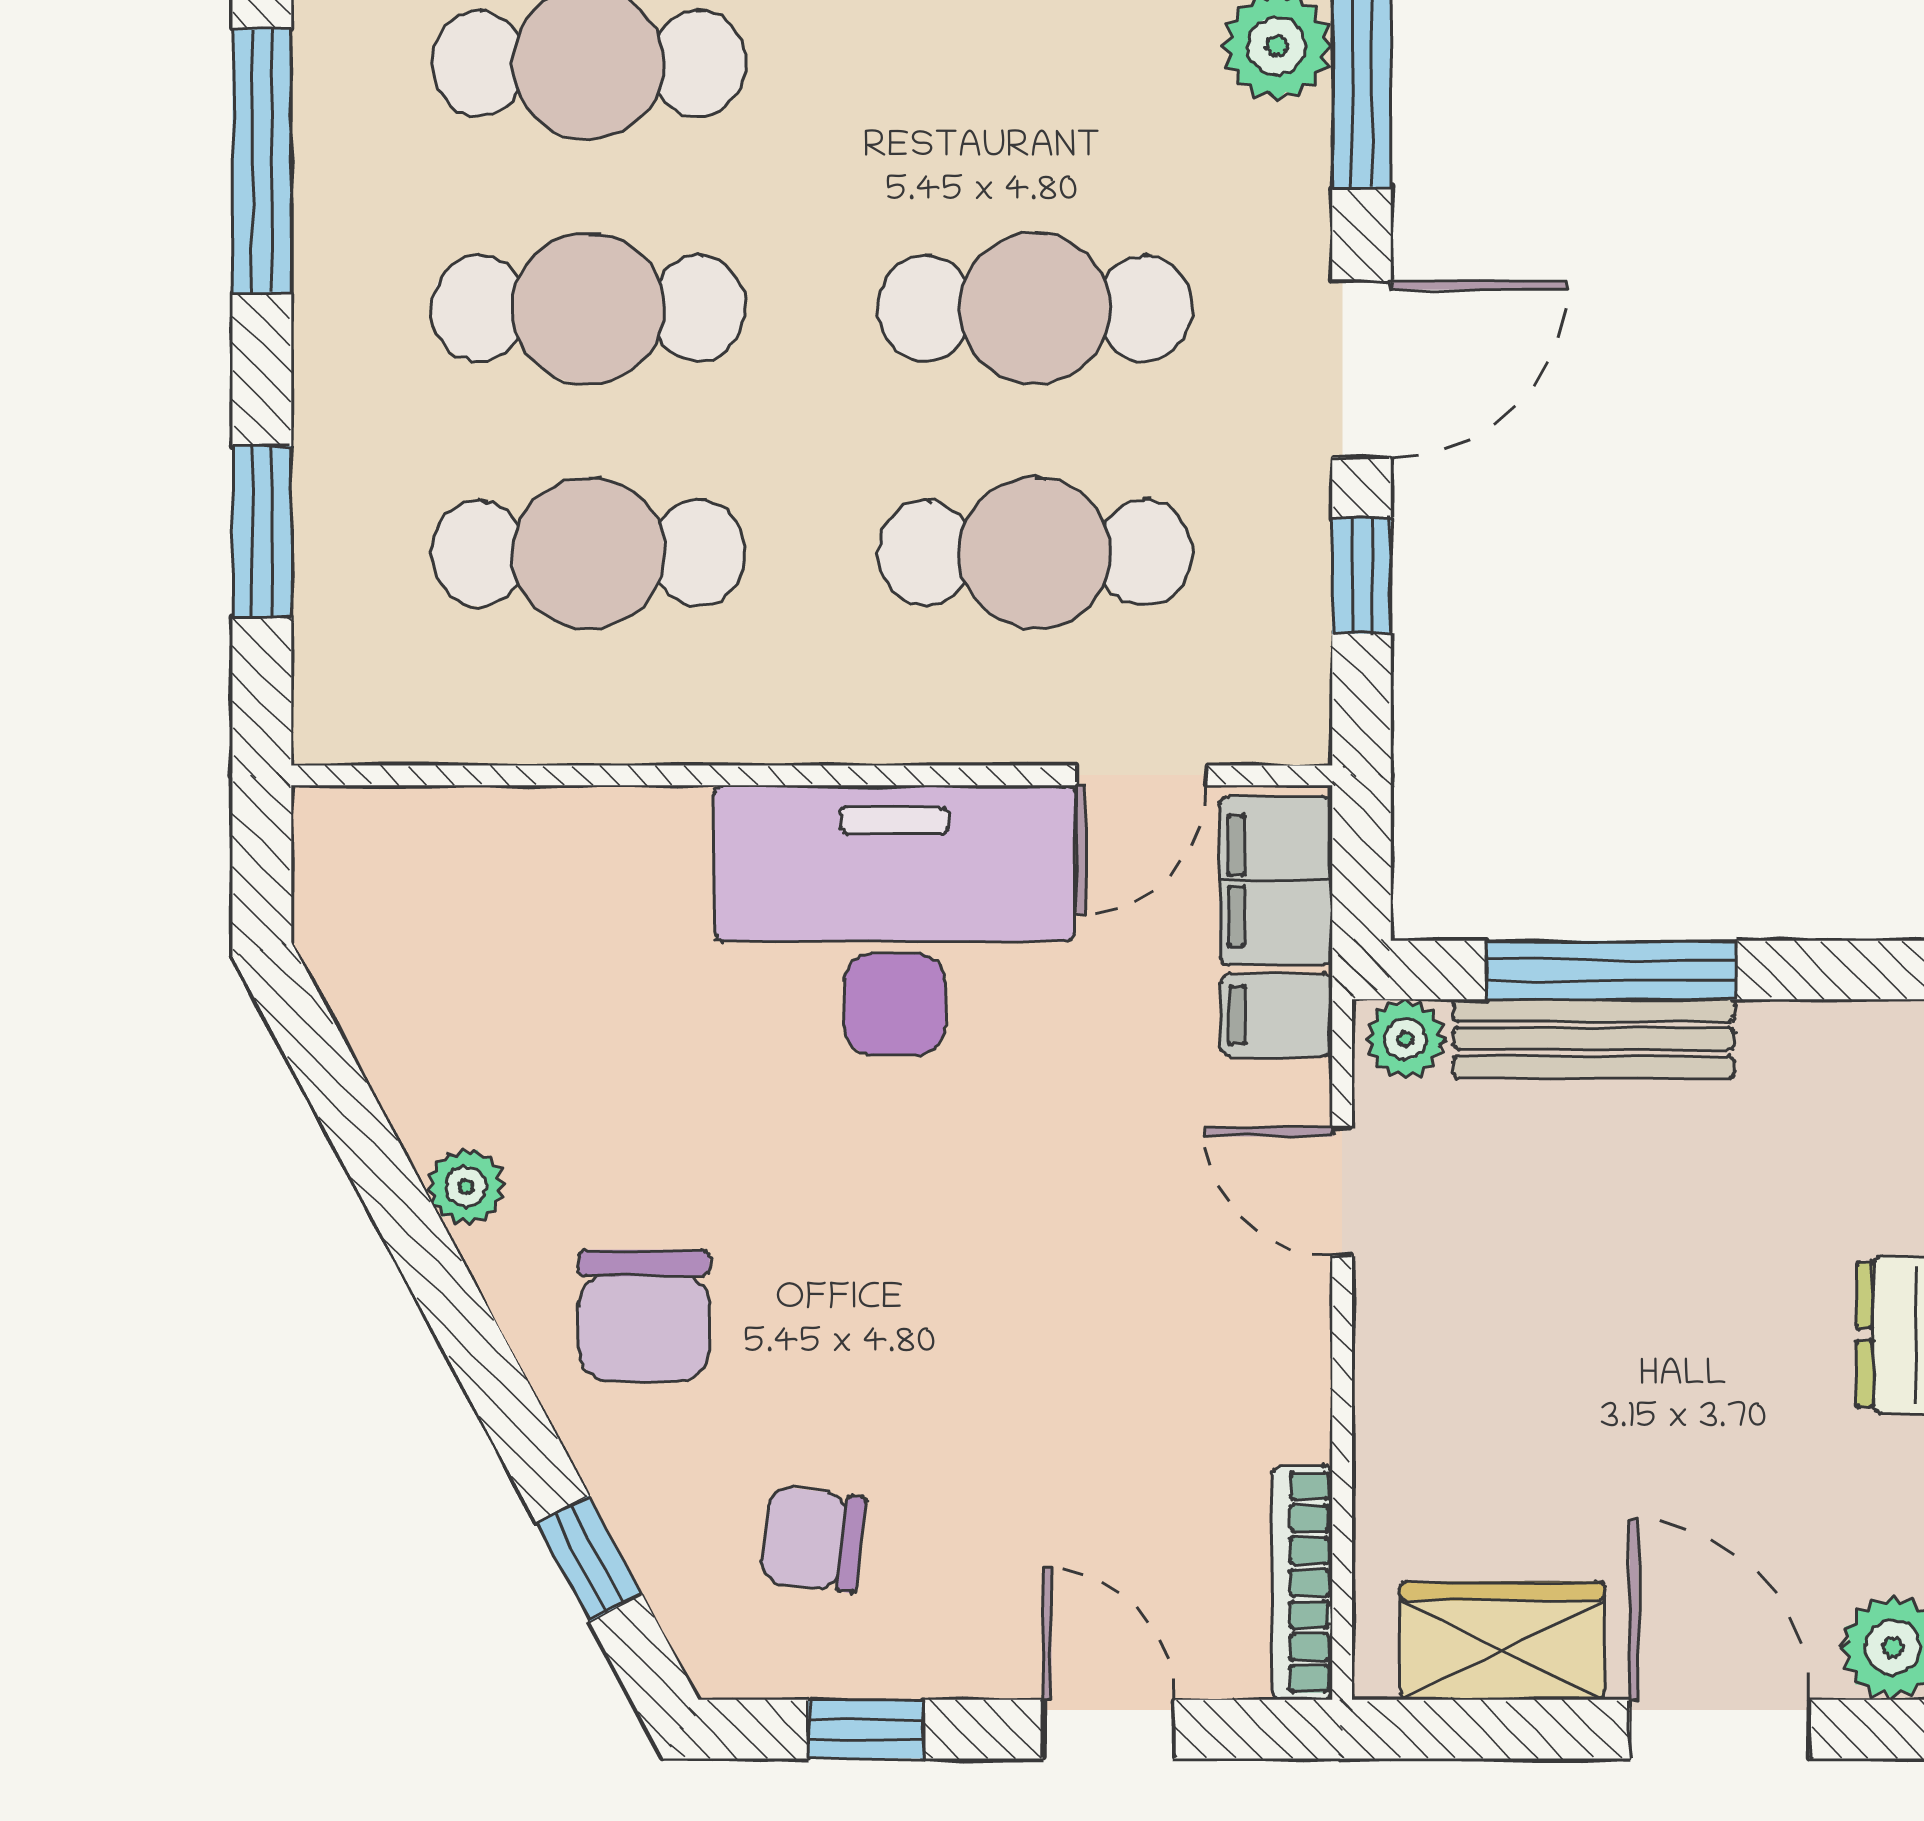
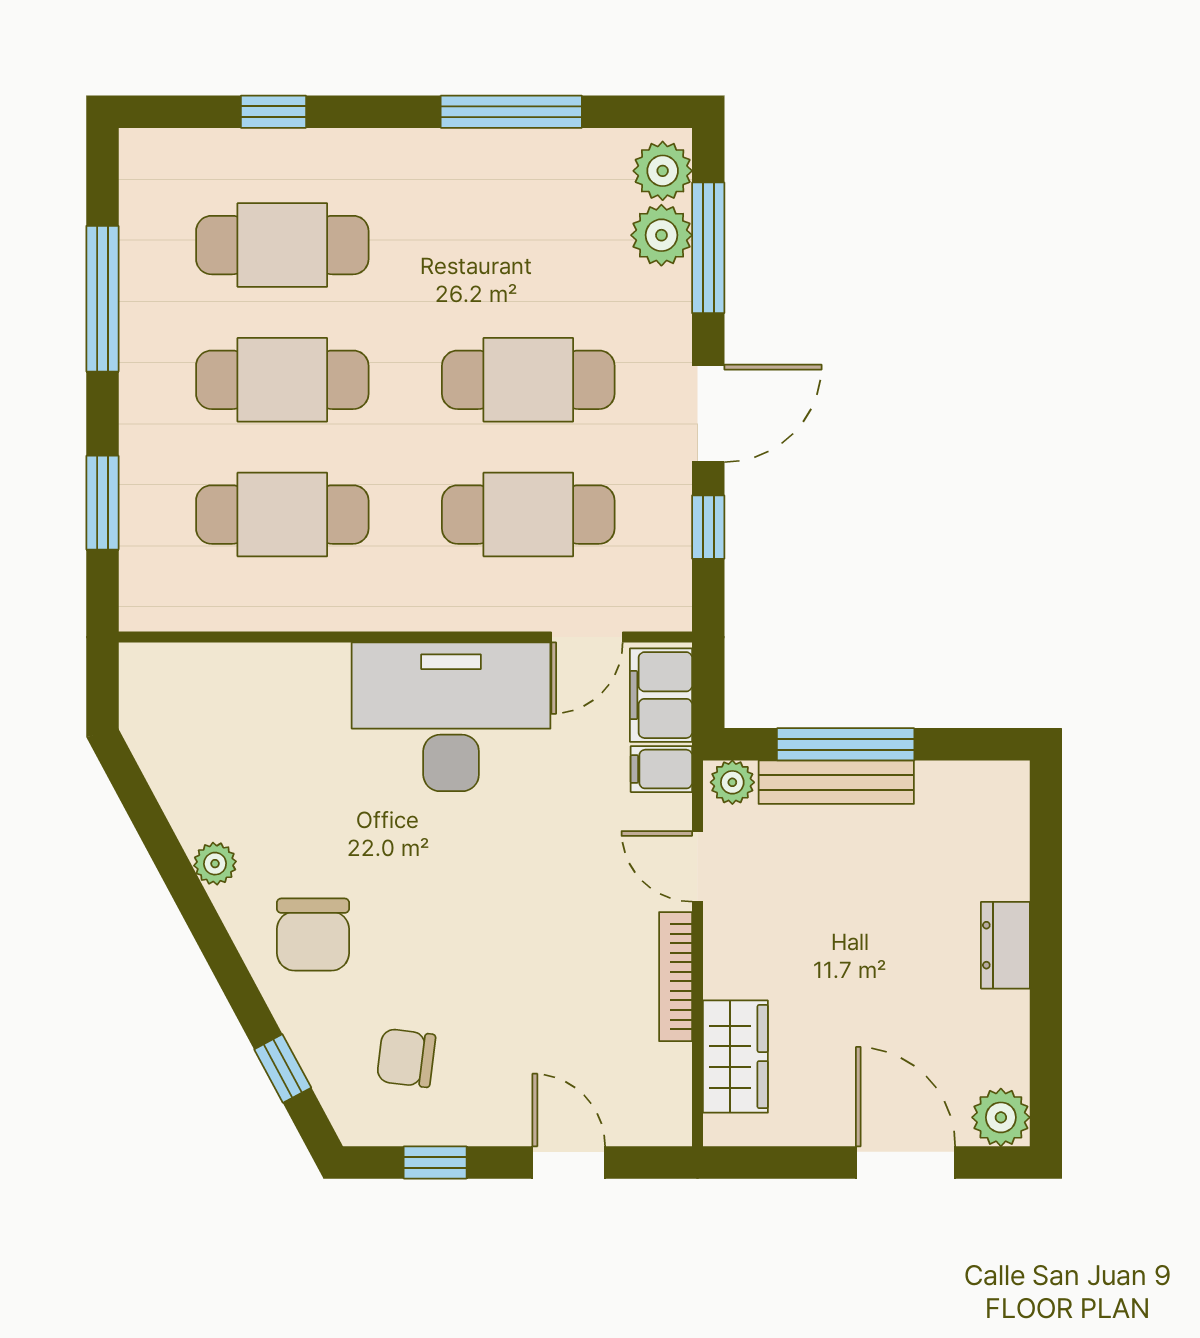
bookcase: (1302, 1583) -> (676, 977), moved
wardrobe: (1502, 1641) -> (735, 1057), moved, turned 90

